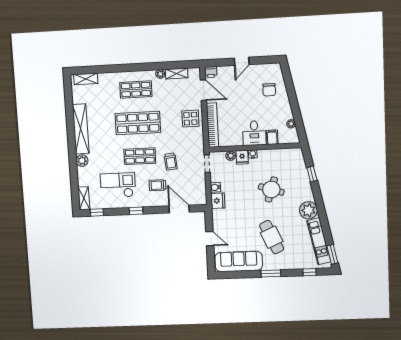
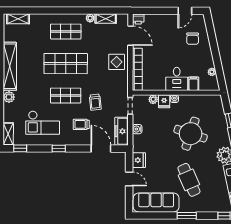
door: (242, 61) -> (185, 11), moved
checkout: (118, 185) -> (43, 123), turned 180
freezer: (199, 190) -> (122, 131), added
round table: (271, 190) -> (191, 134), width x1.36, depth x1.36
fridge: (218, 201) -> (139, 160), moved

